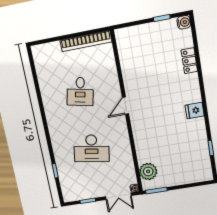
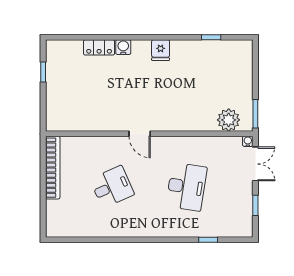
water cooler: (184, 22) -> (123, 47), moved
desk: (80, 91) -> (112, 187), turned -36

